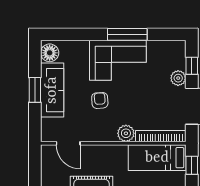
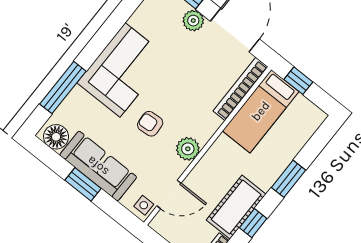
window: (127, 34) -> (63, 88), moved
plant: (126, 133) -> (188, 149), moved
side table: (51, 134) -> (144, 205), added

